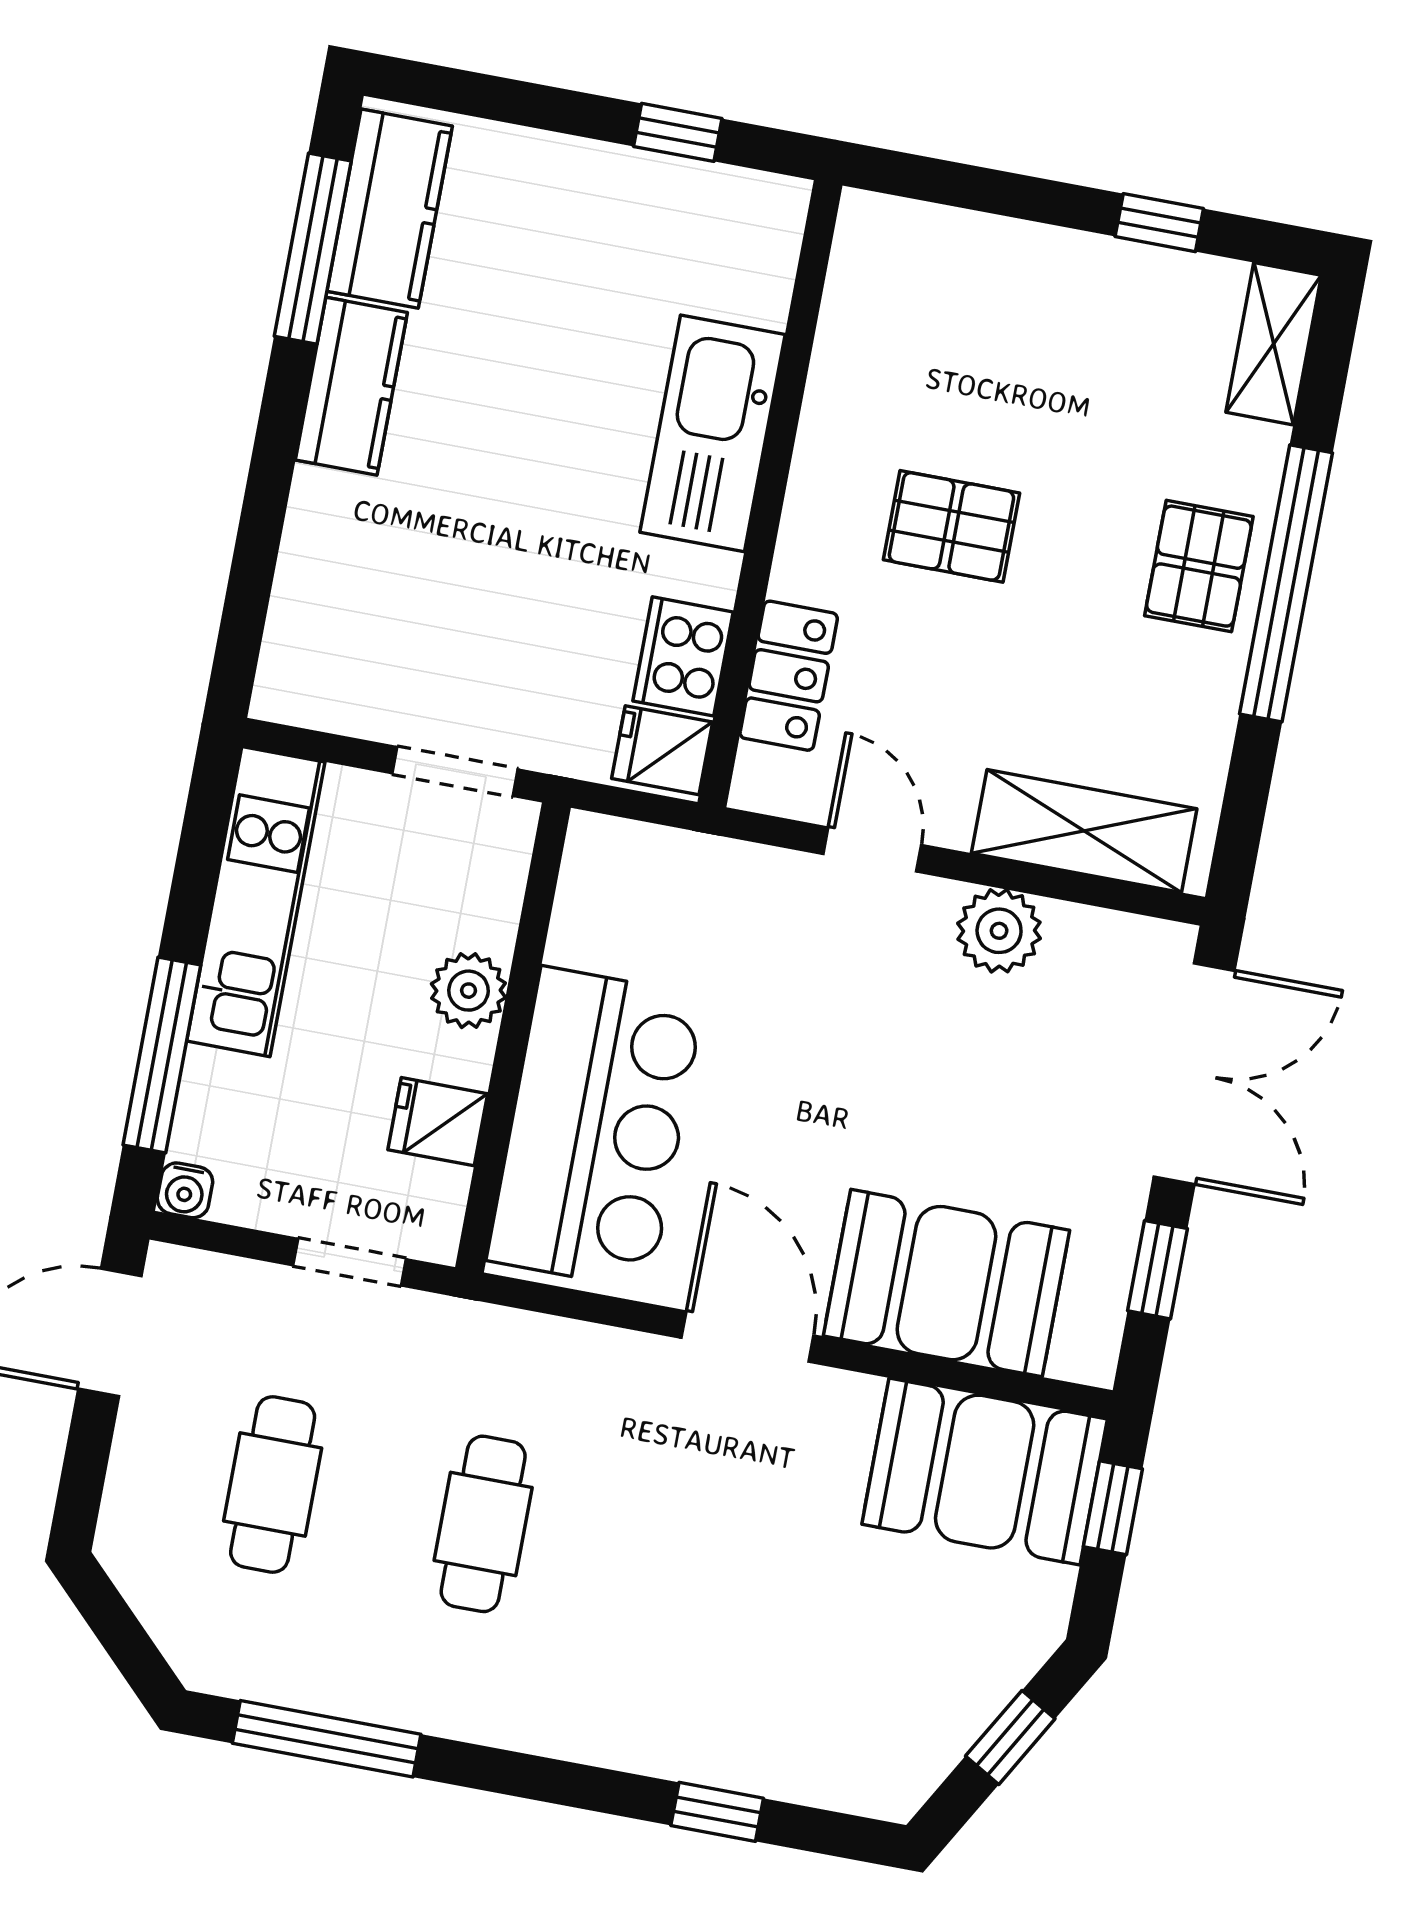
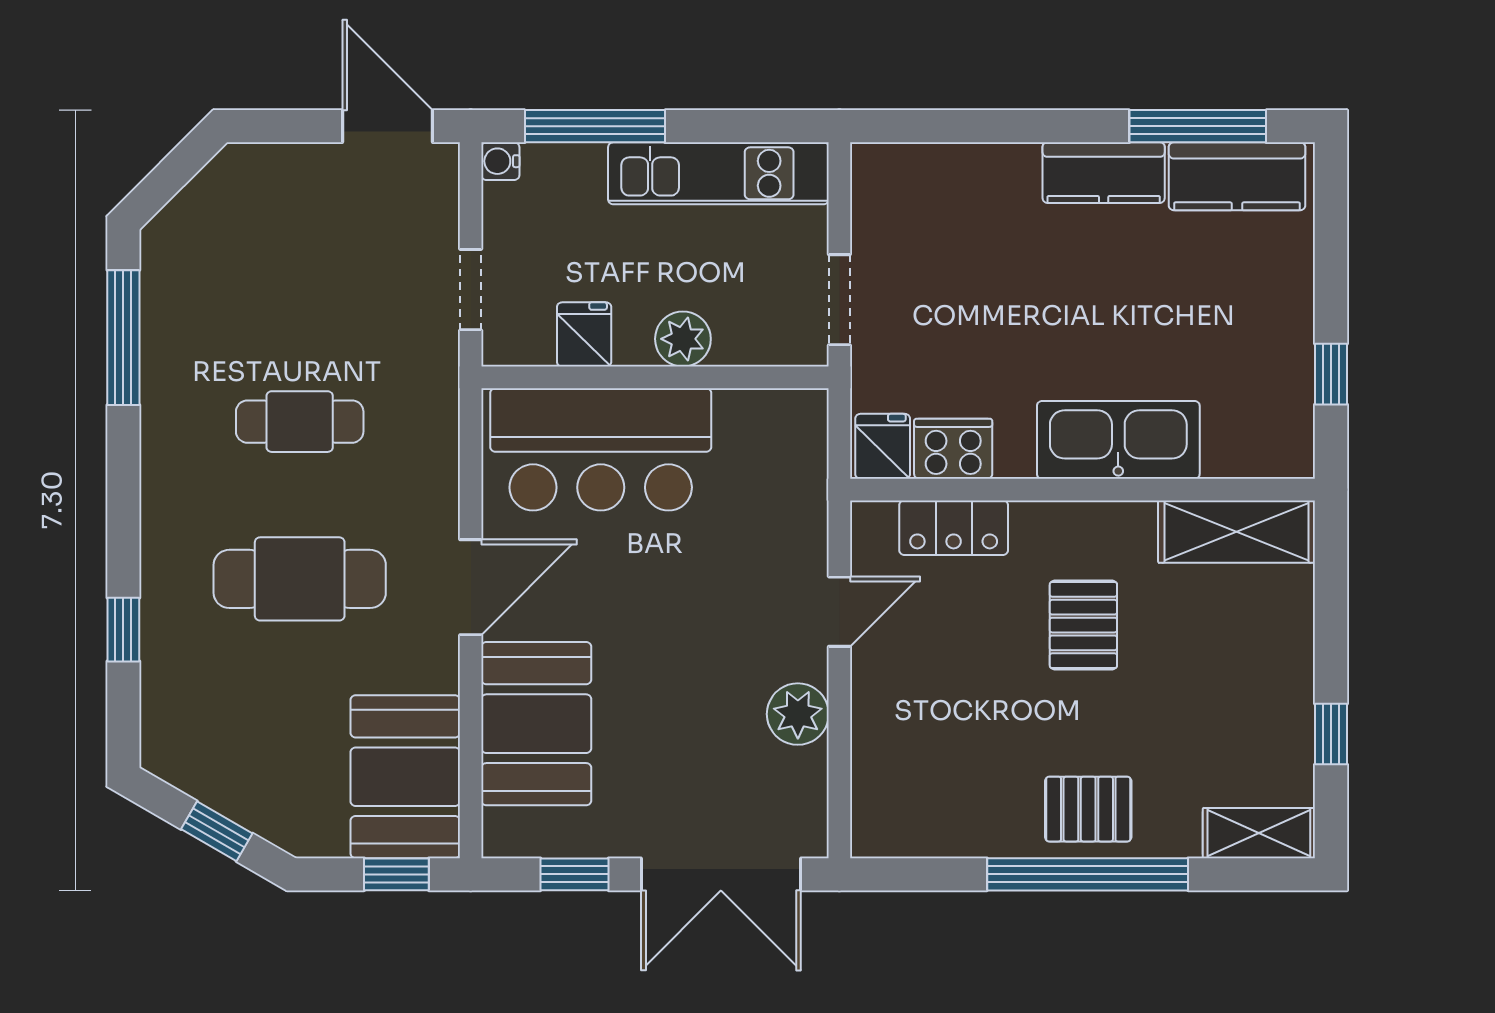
shelving: (1084, 831) -> (1237, 532), moved, turned 90
cafe table: (273, 1485) -> (300, 579), moved, width x1.37, depth x1.35

